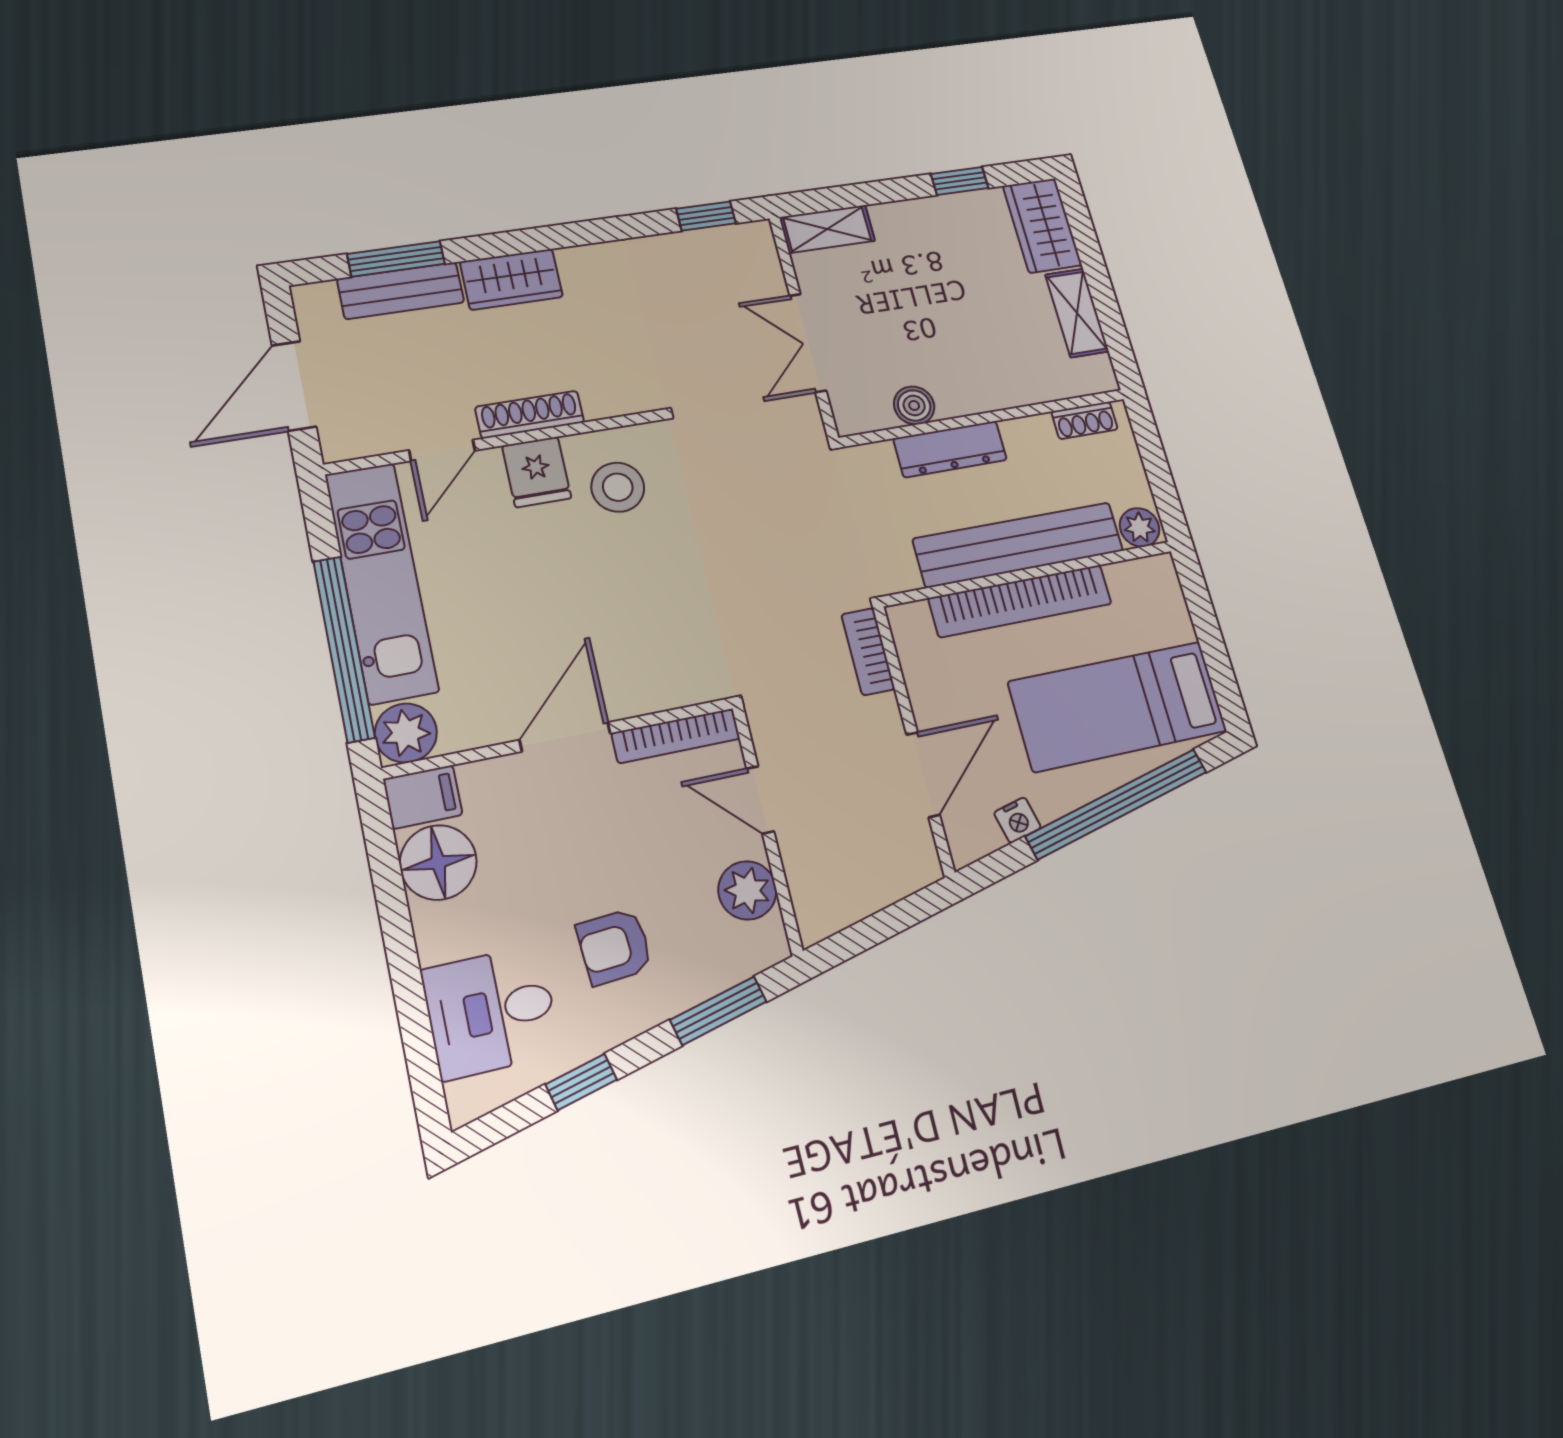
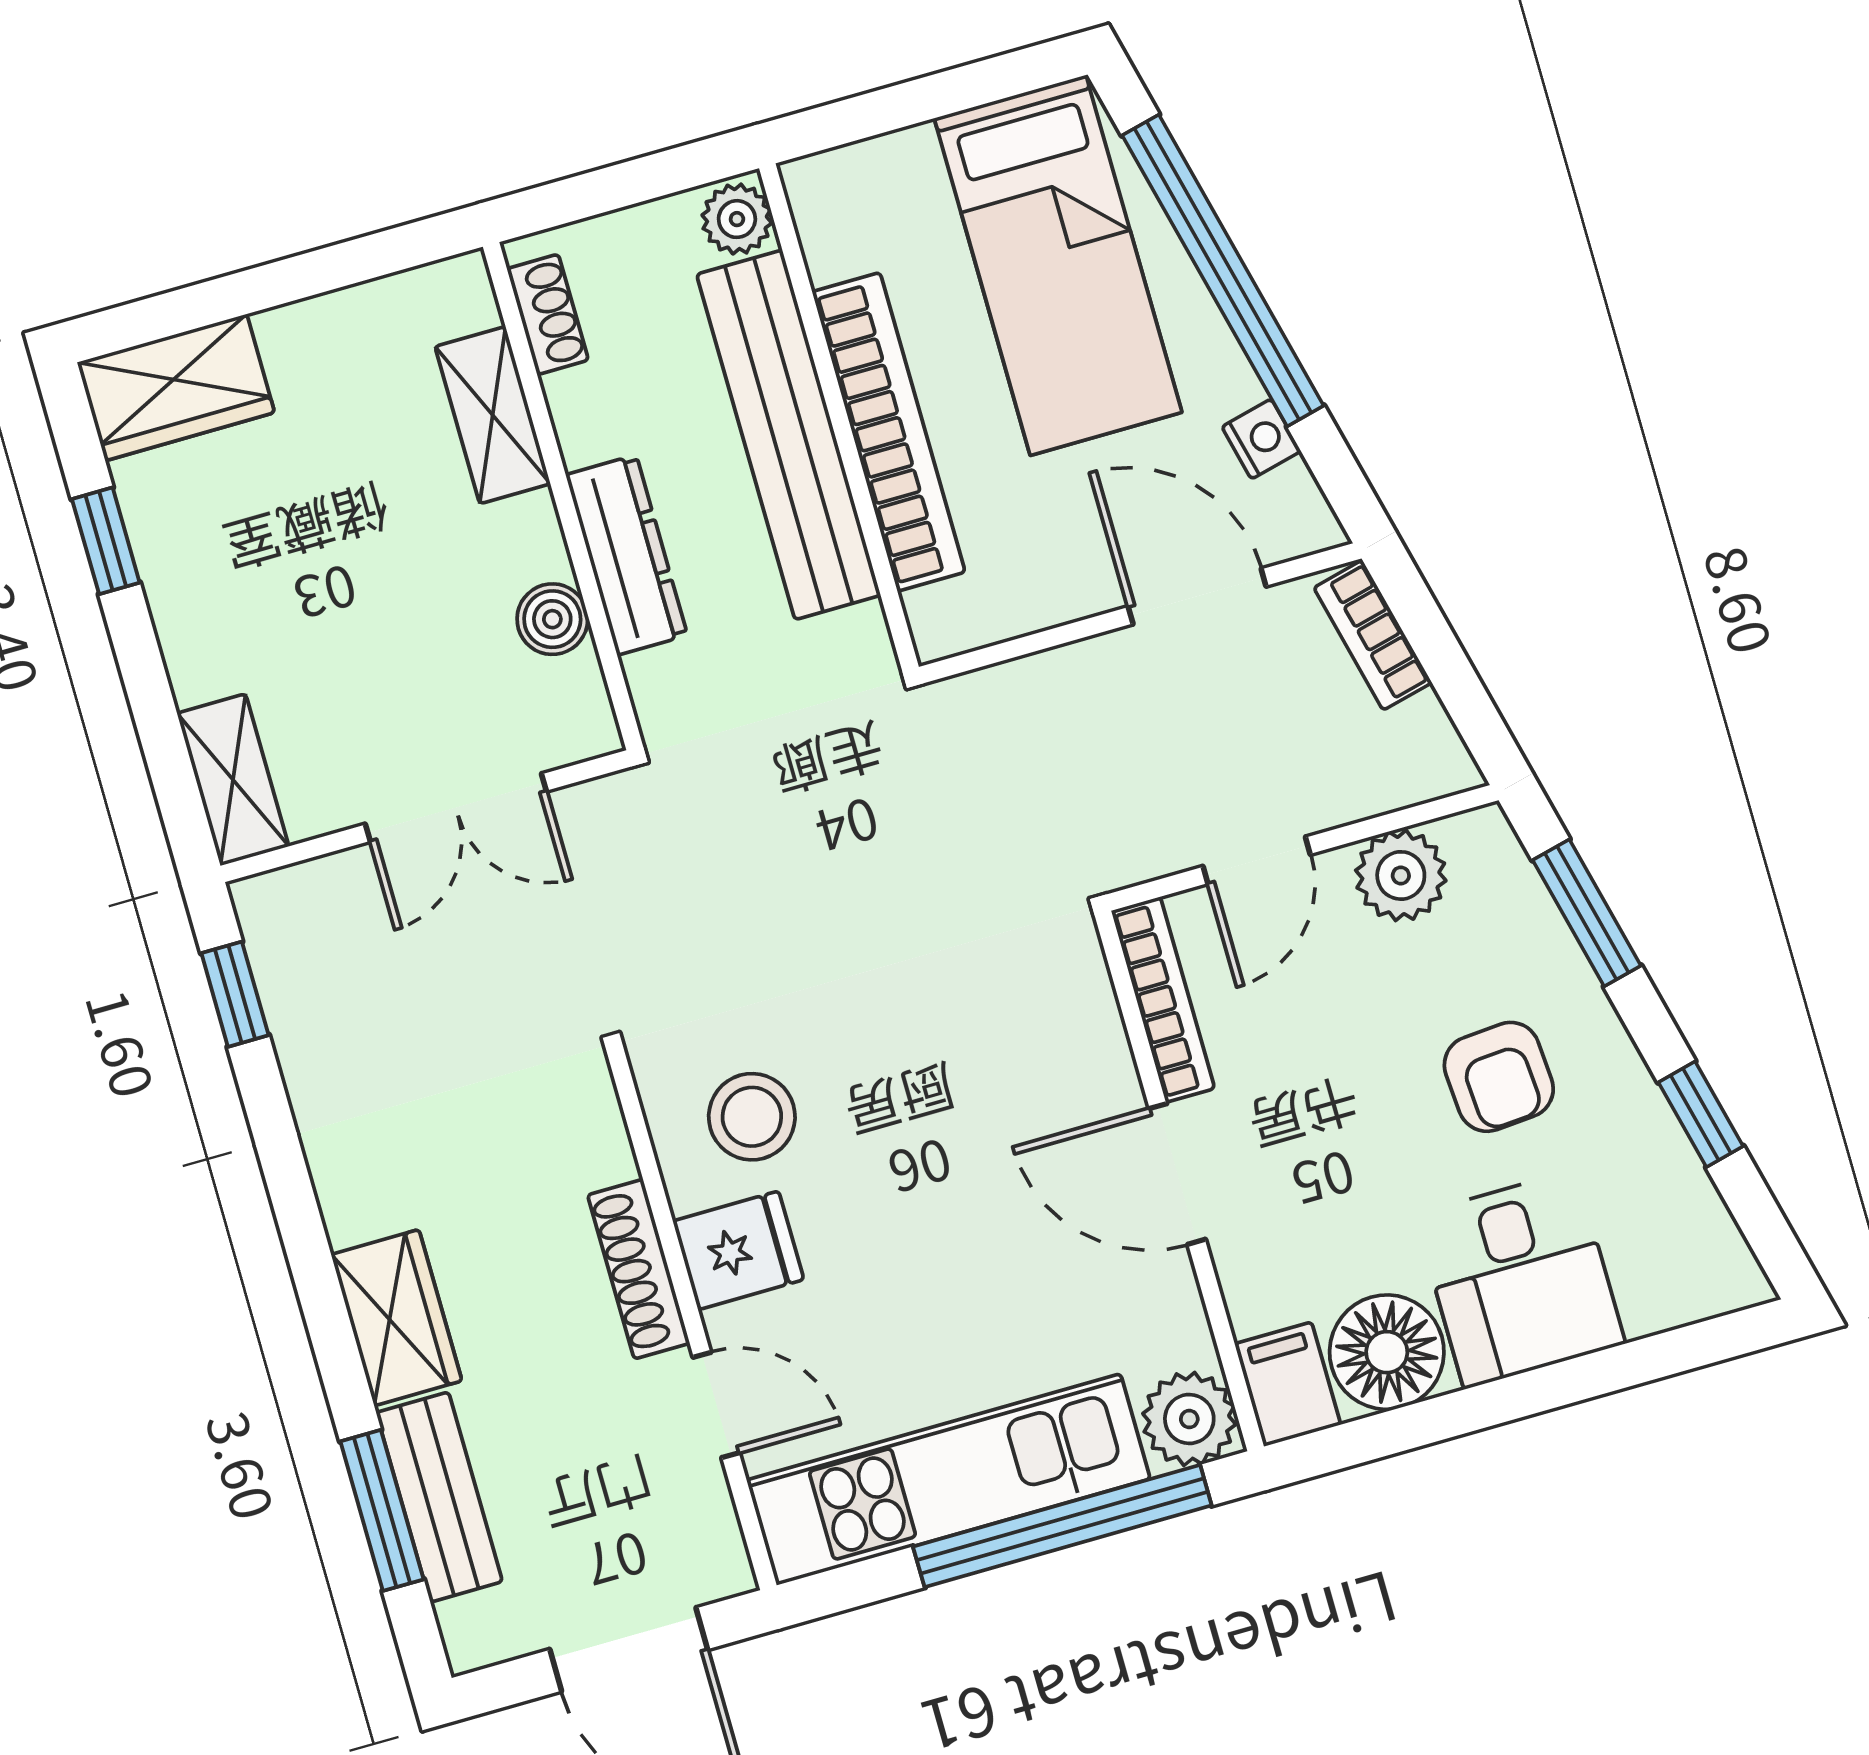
shelving: (1077, 313) -> (493, 415), moved, turned 90
bookcase: (868, 652) -> (1373, 635), moved, turned 76
desk: (491, 1012) -> (1520, 1279), moved

